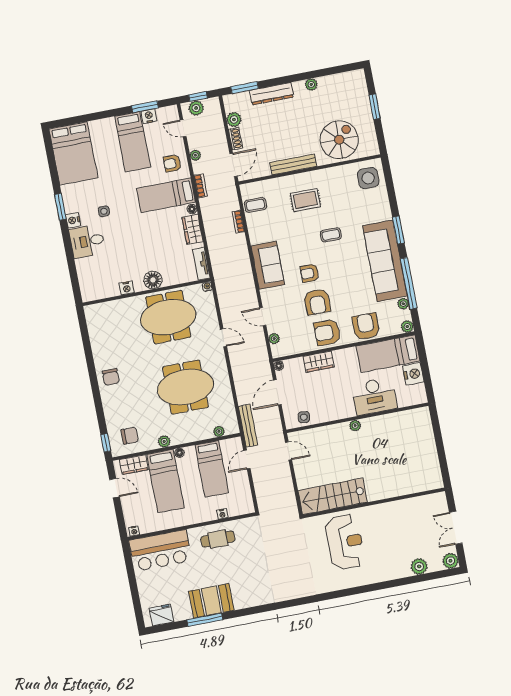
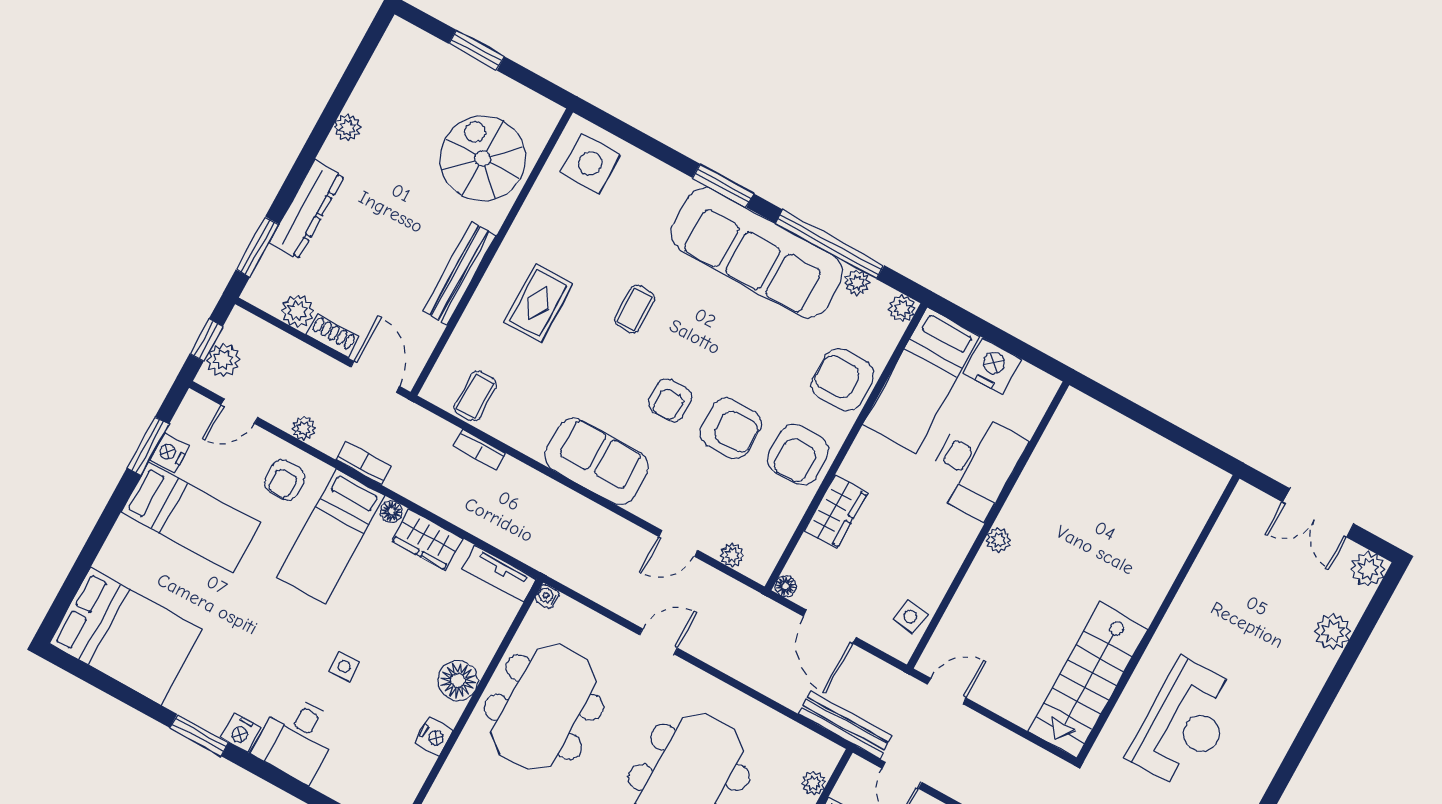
side table: (104, 211) -> (344, 667), moved
reception desk: (345, 542) -> (1184, 724), turned 90

